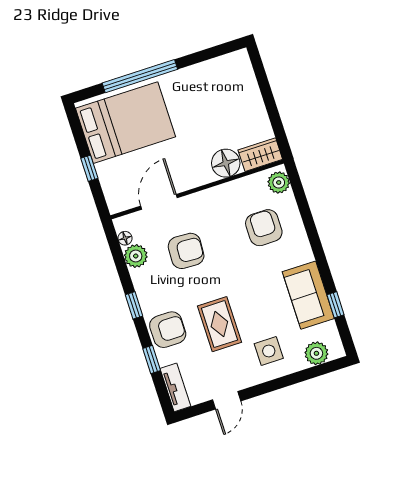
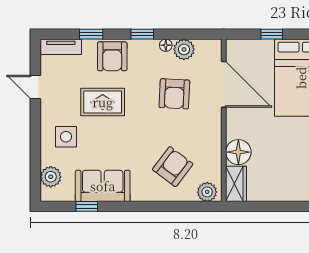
door: (159, 202) -> (224, 84), width x1.36
armchair: (264, 228) -> (173, 167), turned -53
floor lamp: (125, 238) -> (166, 45), moved

